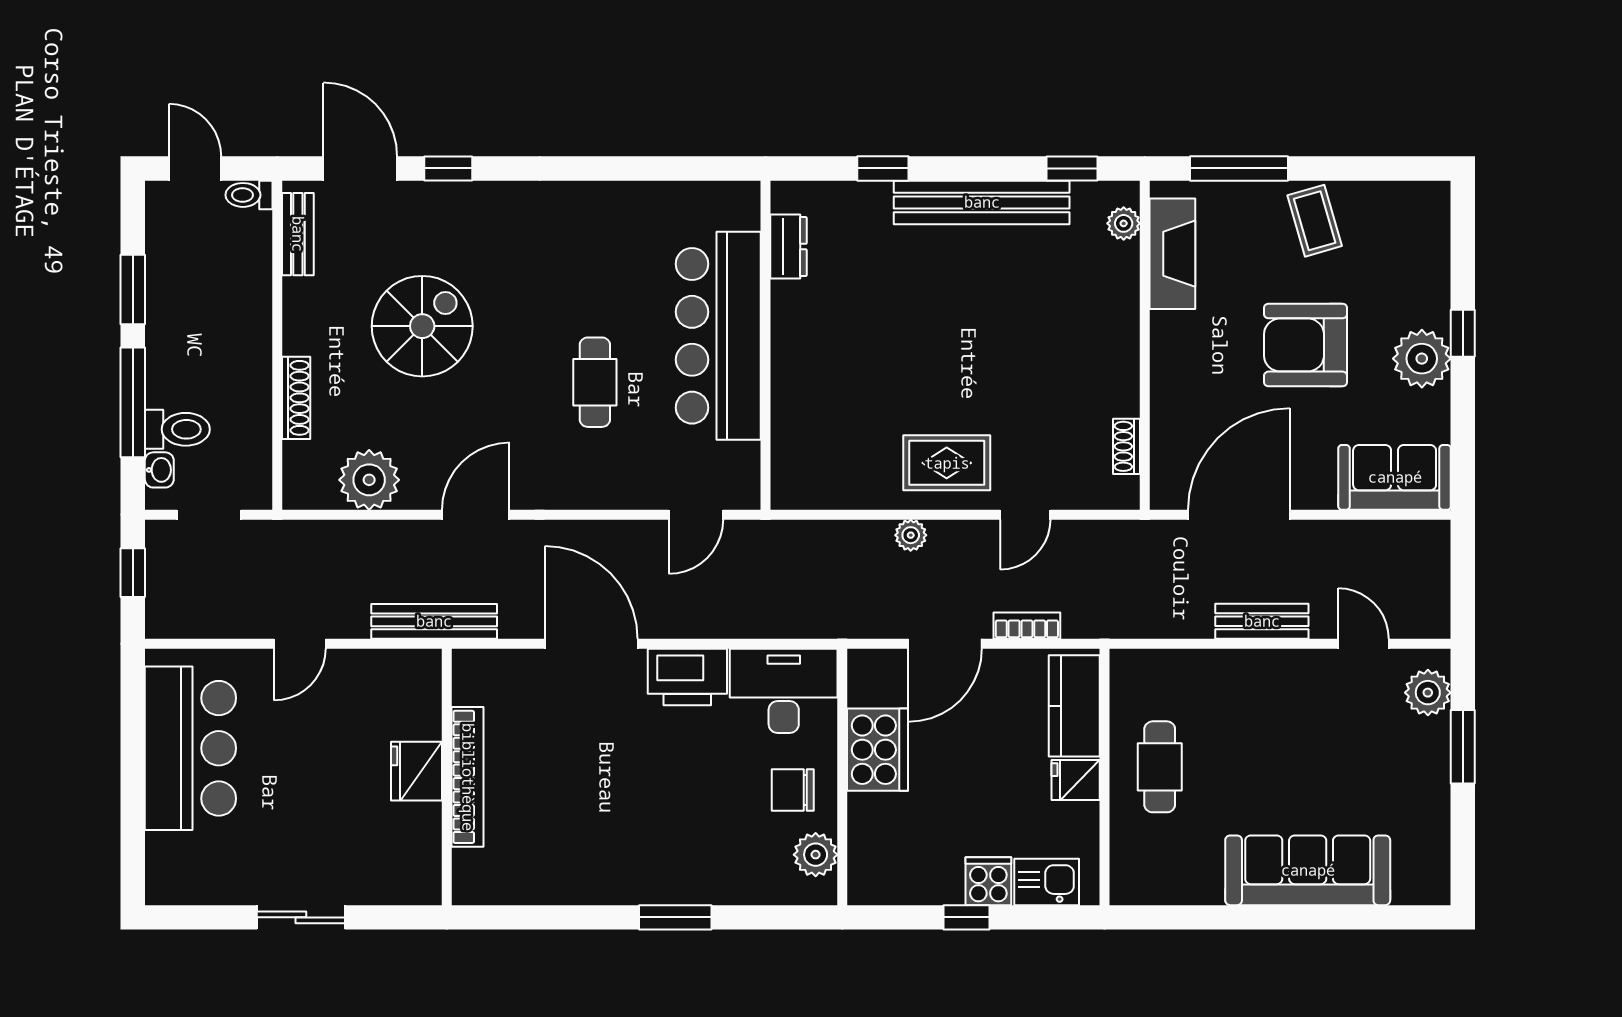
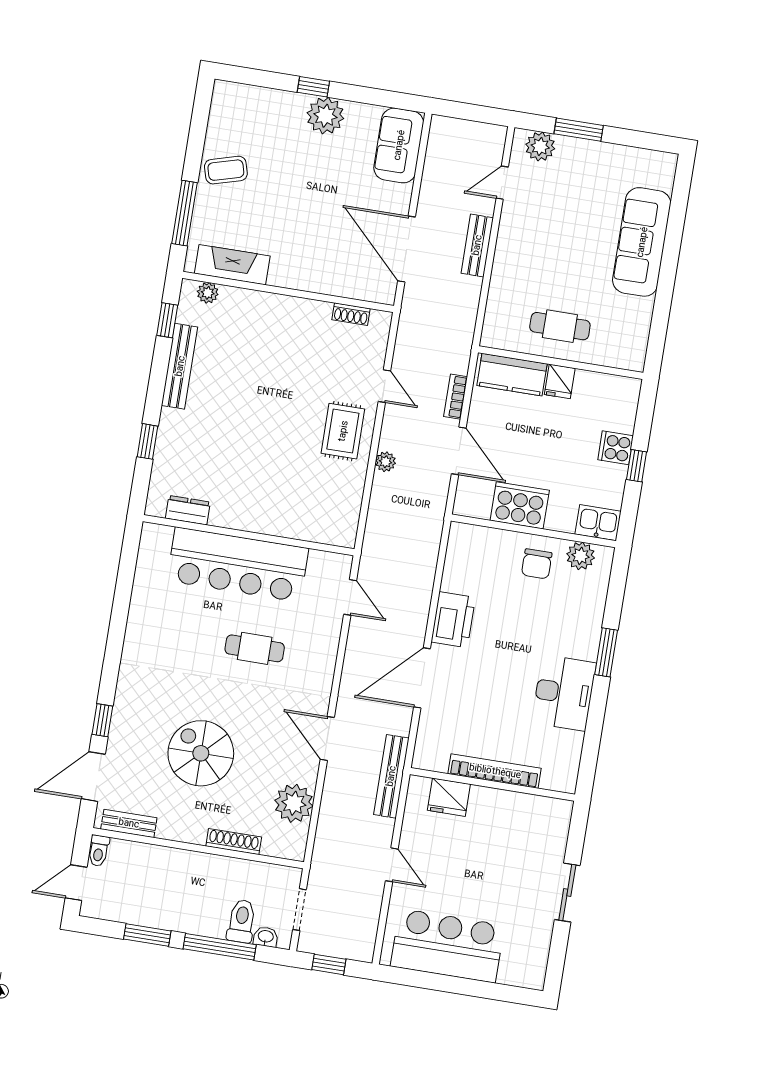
bench: (982, 202) -> (180, 366), width x0.73, depth x0.82
armchair: (1306, 345) -> (305, 189), removed
desk: (784, 691) -> (564, 693), moved, turned 180
fridge: (417, 771) -> (449, 797), moved
kitchen sink: (1047, 882) -> (598, 523), moved, turned 90

